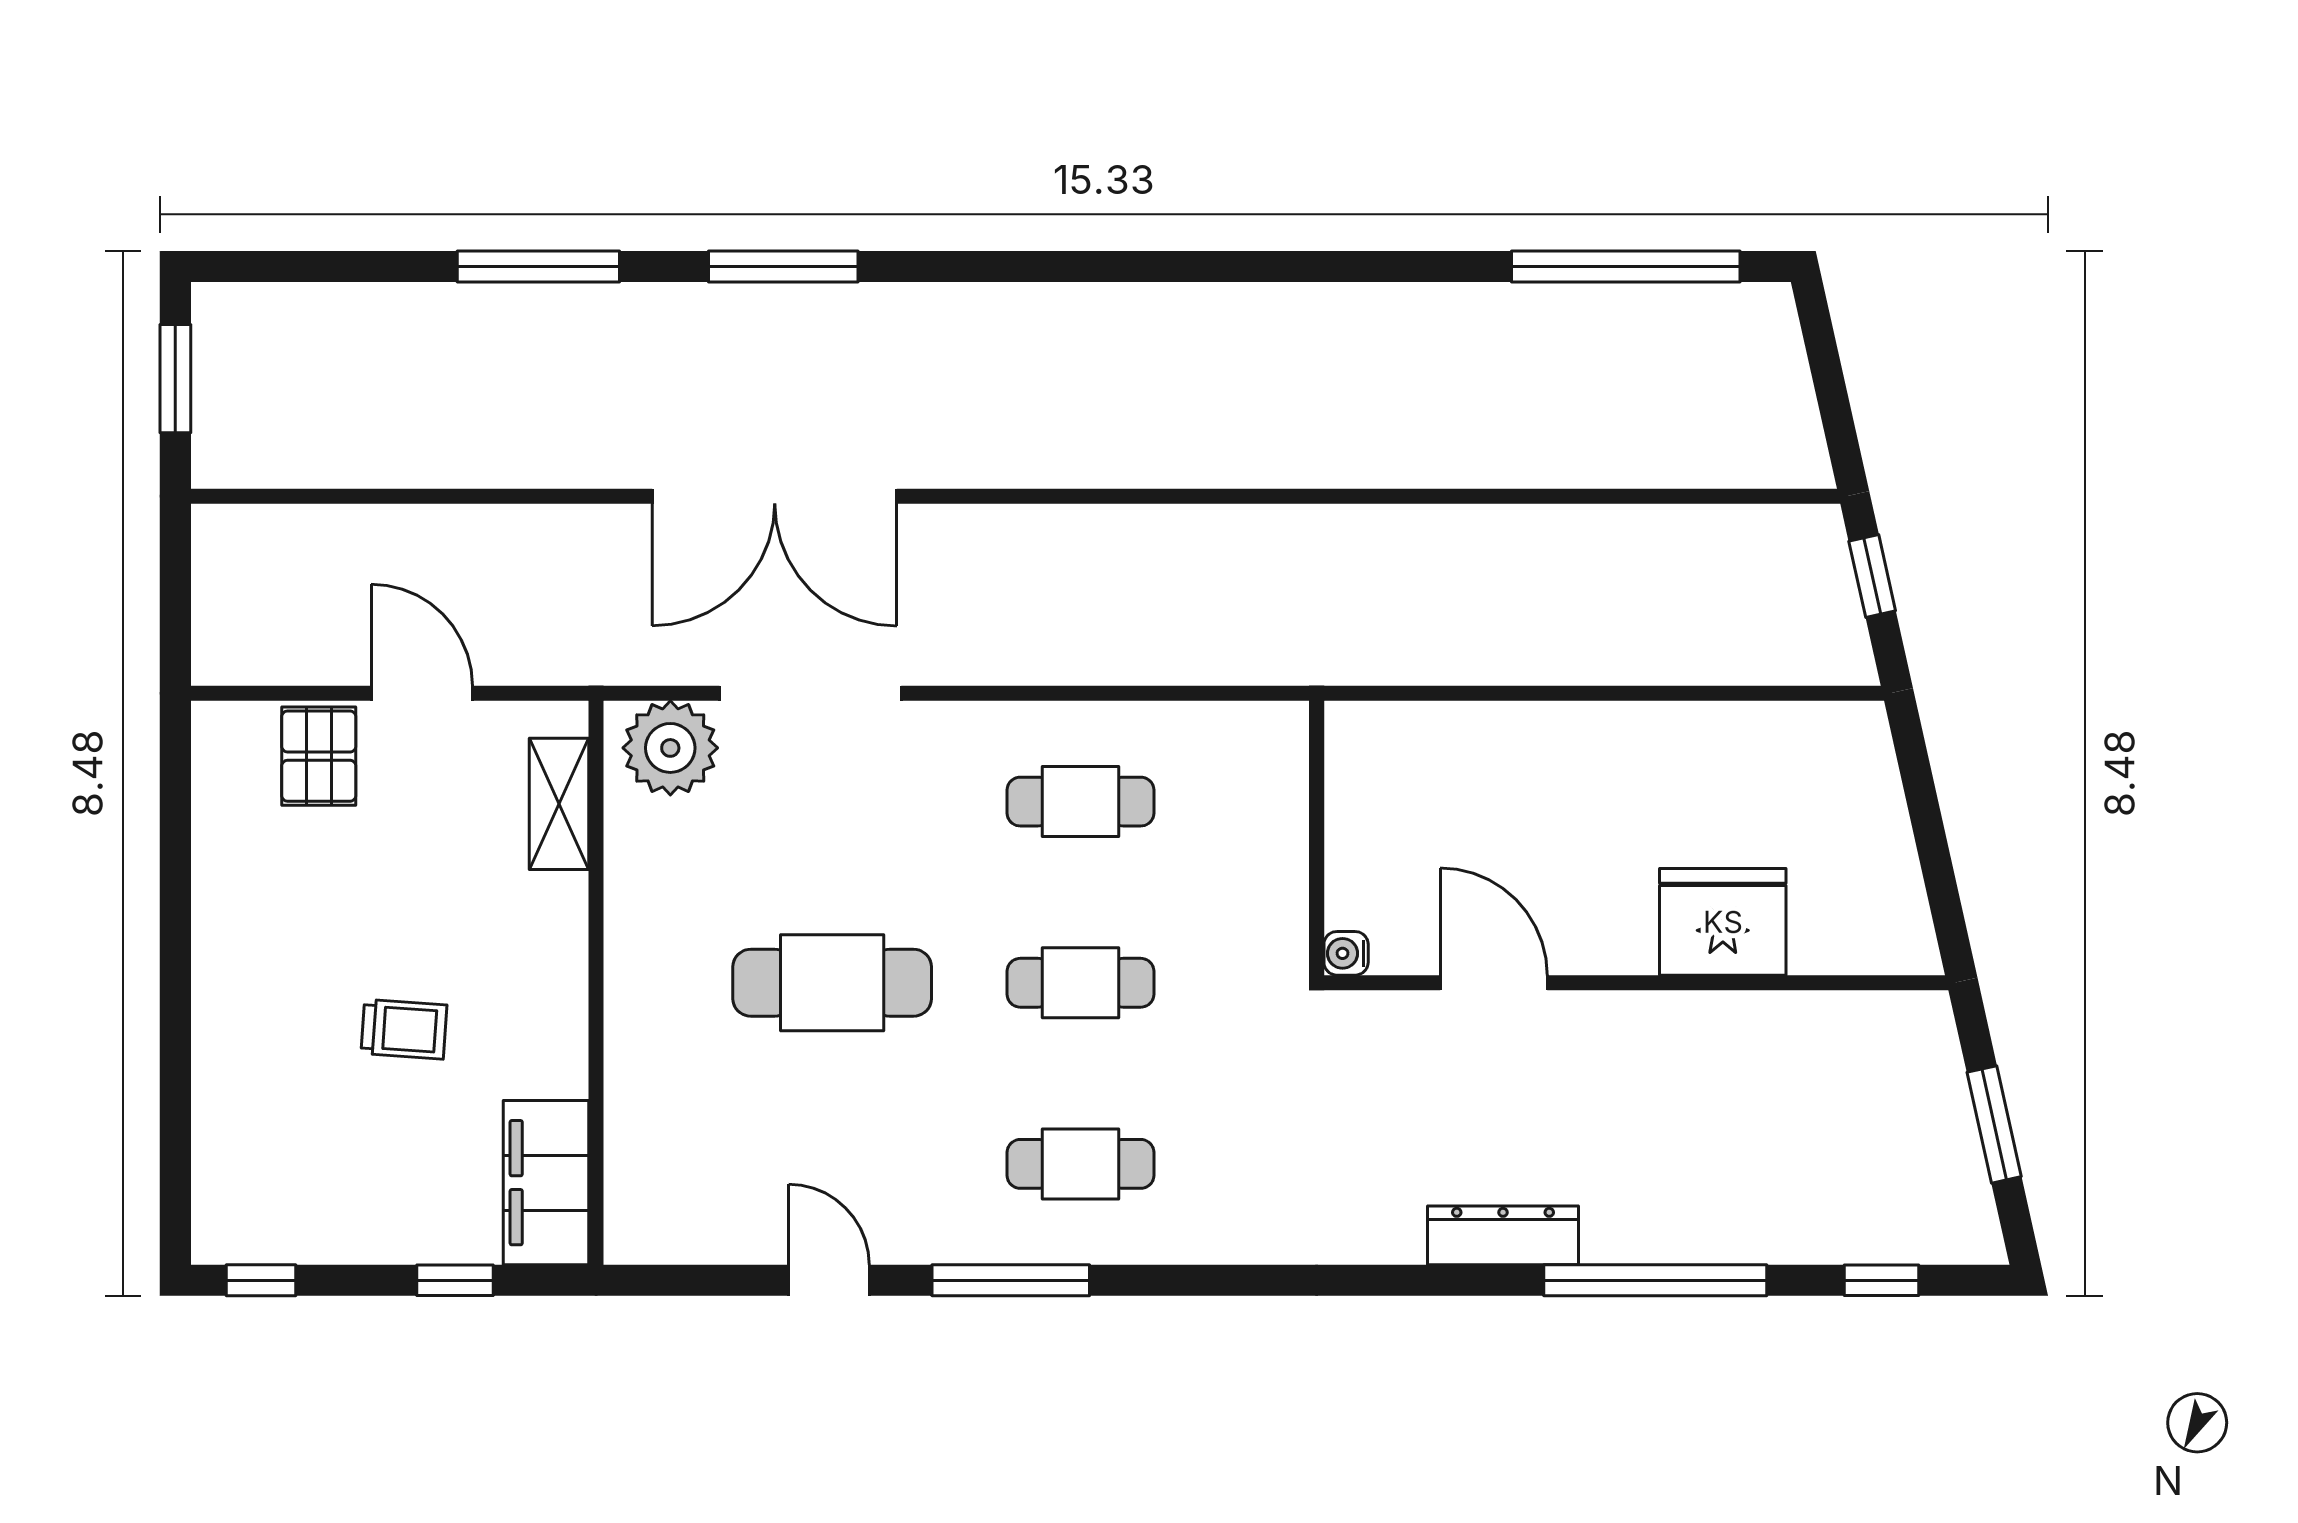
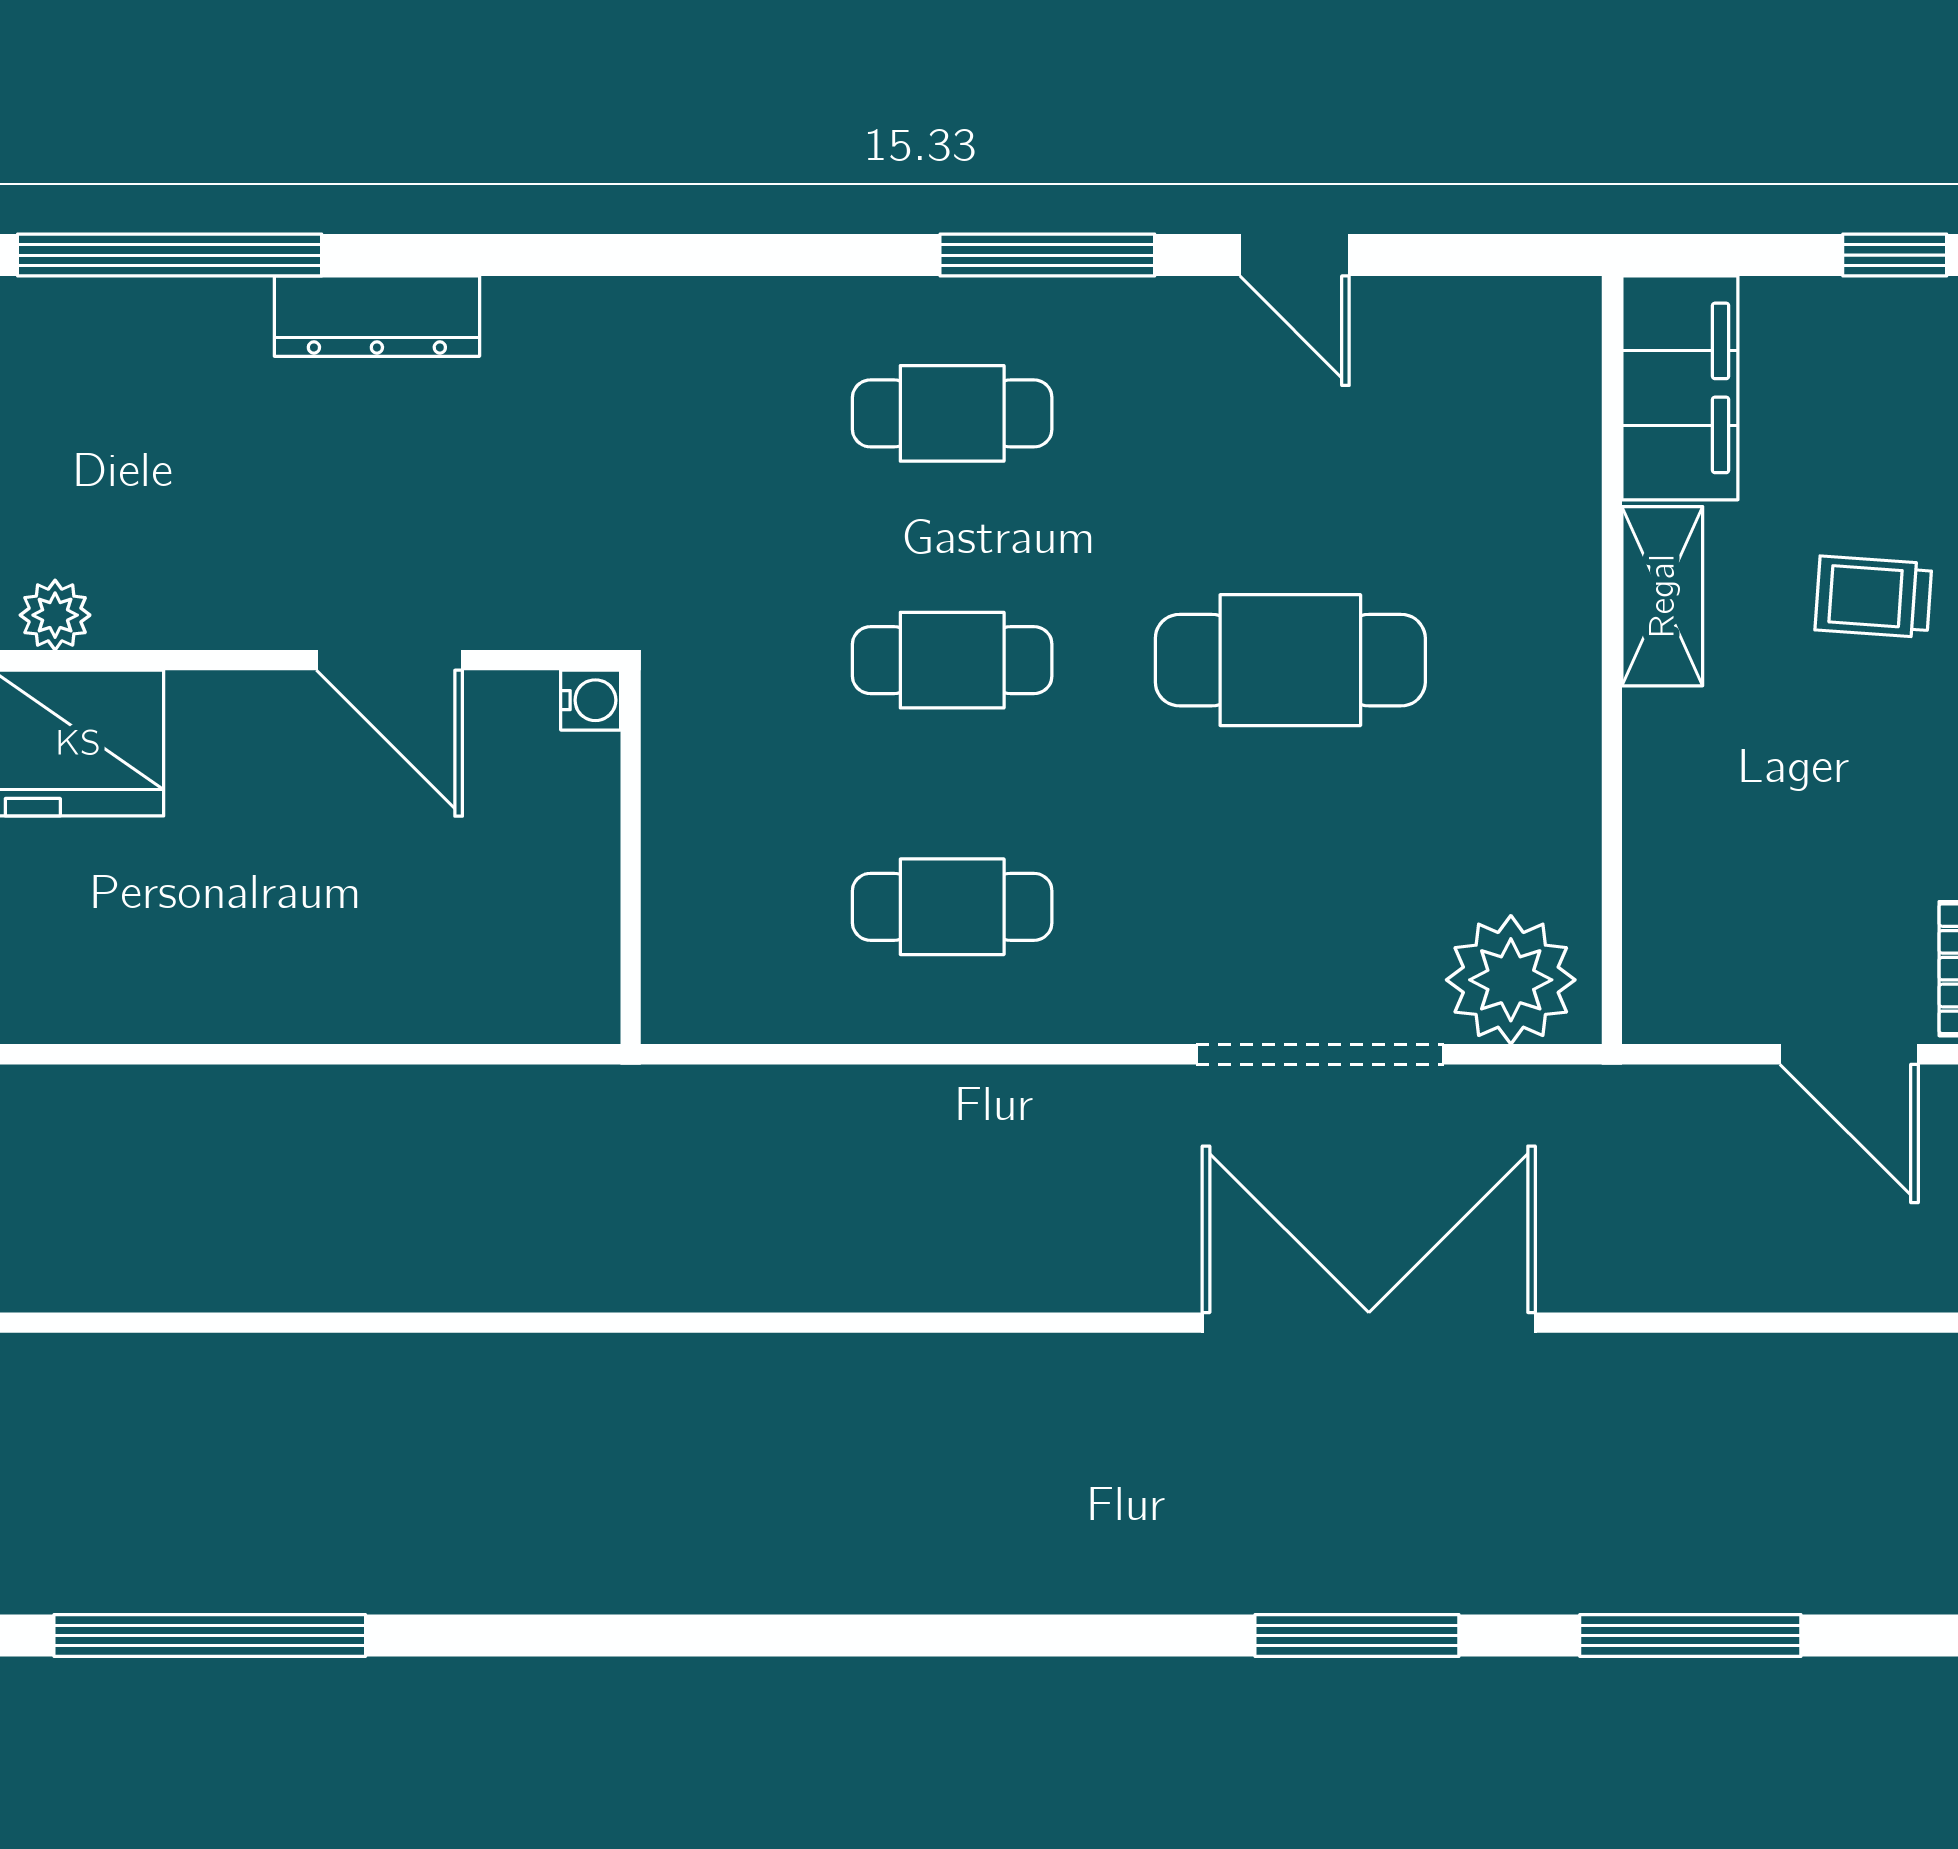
shelving: (559, 804) -> (1662, 596), moved
plant: (1739, 1016) -> (55, 615), added
window: (455, 1280) -> (1895, 255), moved

